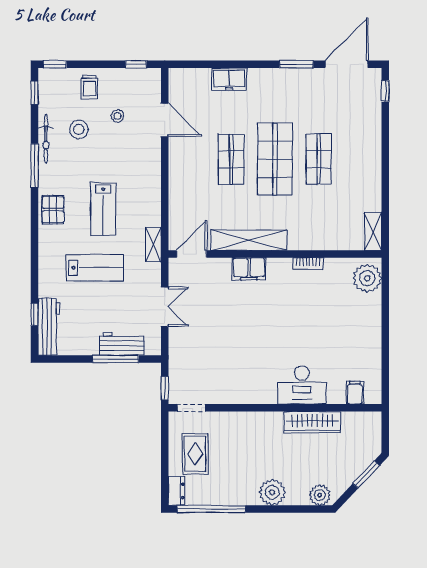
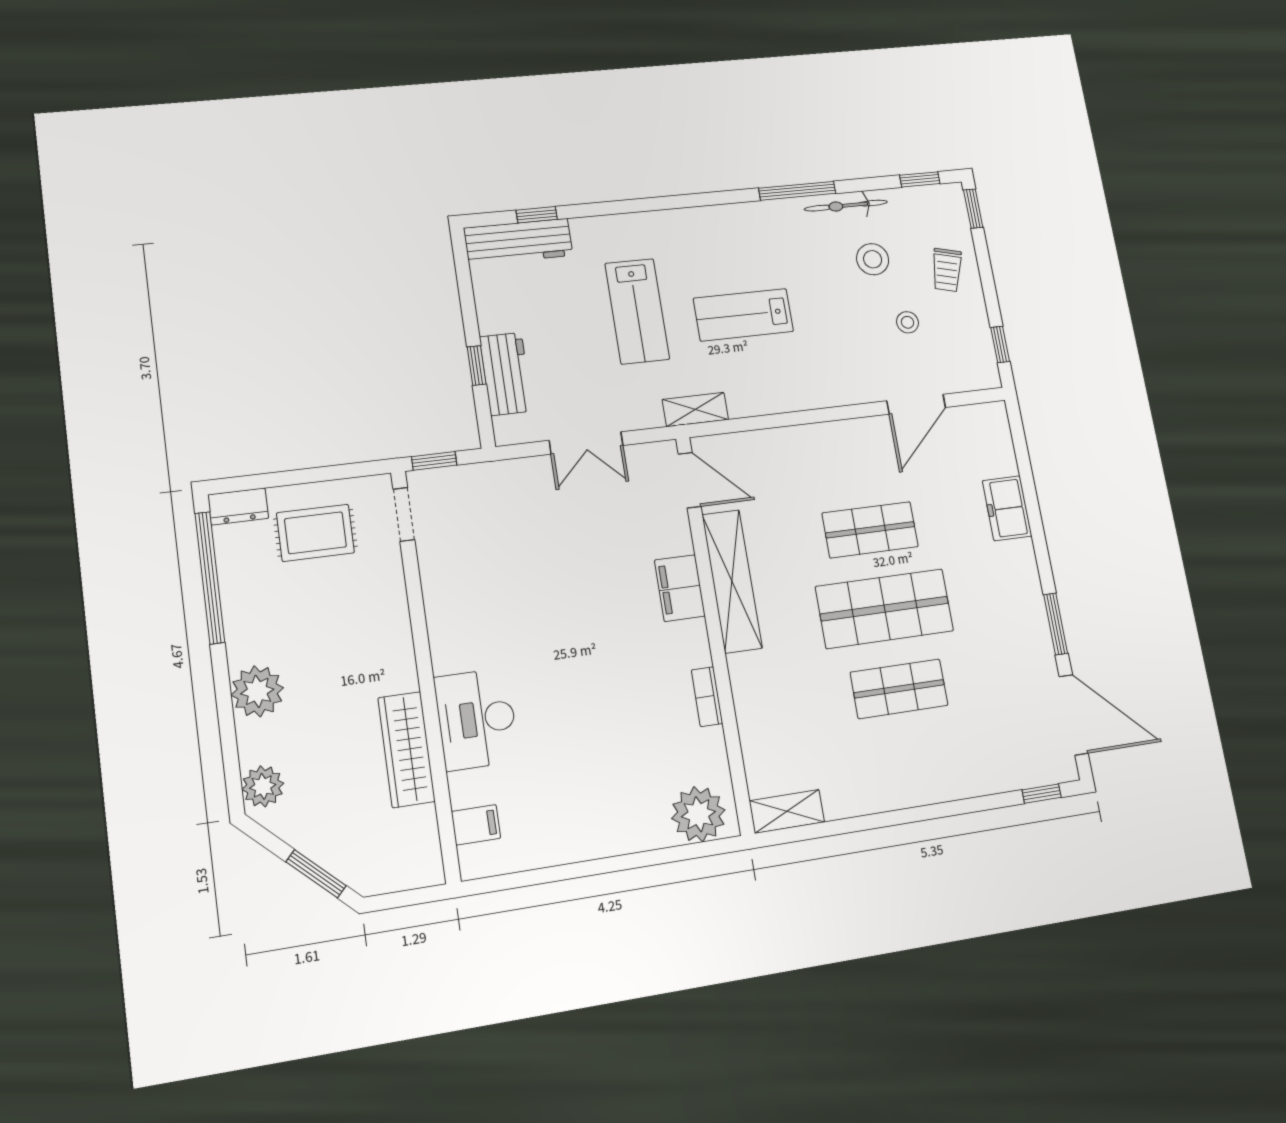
trolley: (90, 87) -> (947, 270), turned -76
pallet: (53, 210) -> (727, 229), removed
window: (116, 359) -> (477, 365), width x0.46

